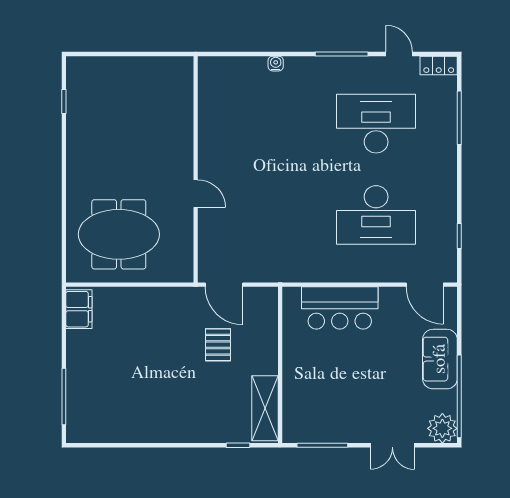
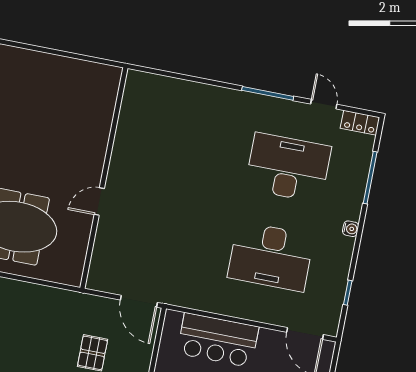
water cooler: (276, 64) -> (351, 229), moved, turned 90
door: (196, 194) -> (99, 202), swing flipped
door: (224, 285) -> (139, 301), moved

